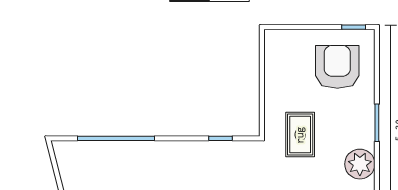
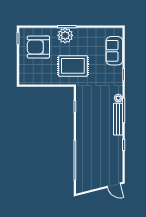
rug: (300, 135) -> (73, 66), width x1.36, depth x1.43
plant: (360, 164) -> (65, 35), moved

